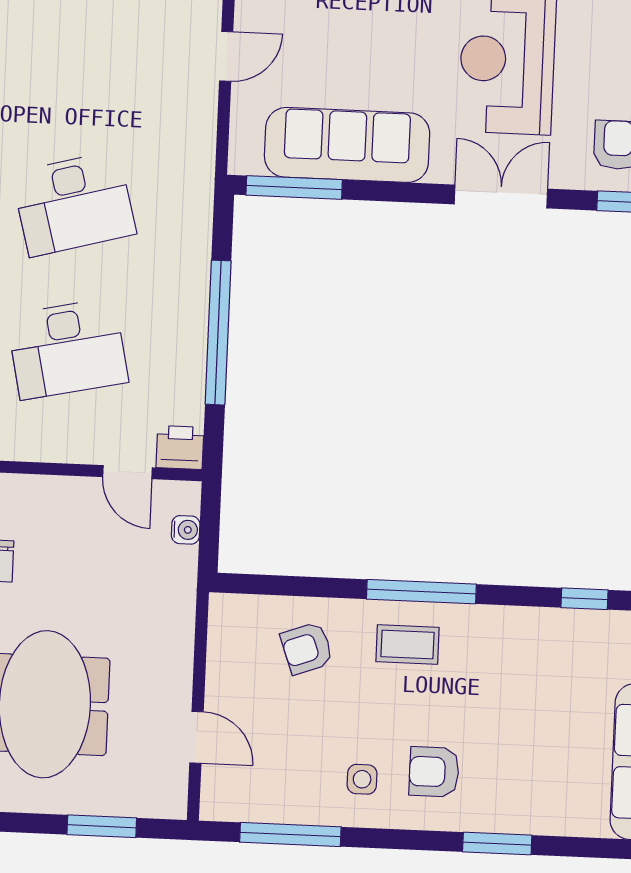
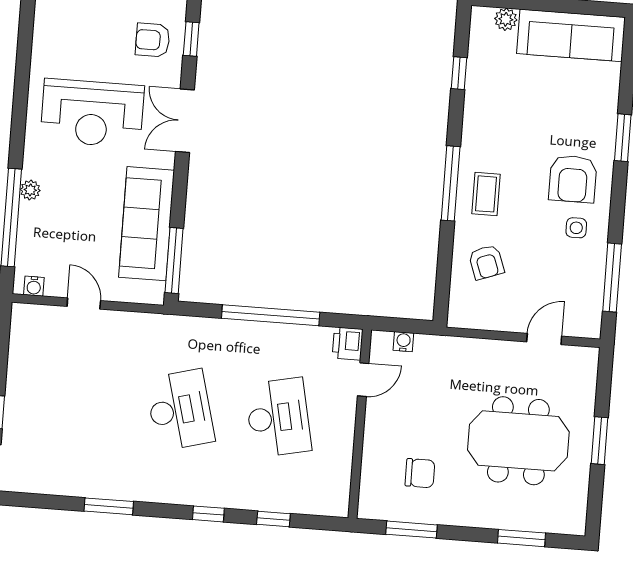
armchair: (434, 772) -> (573, 179), width x1.38, depth x1.38
window: (102, 826) -> (599, 441), moved

